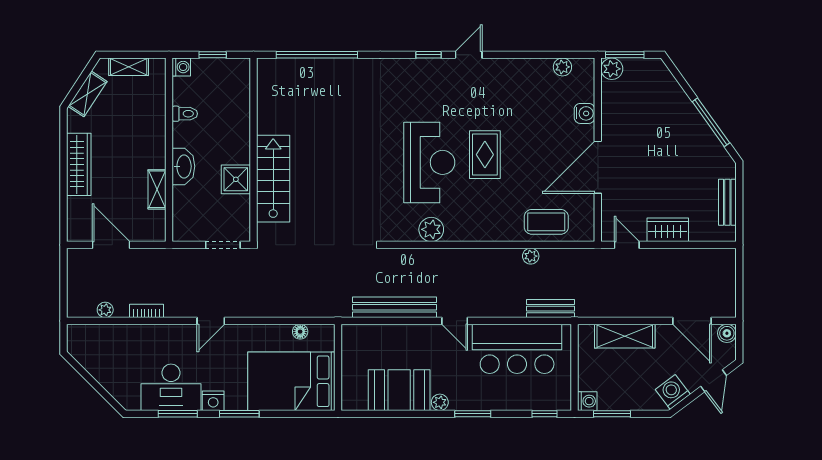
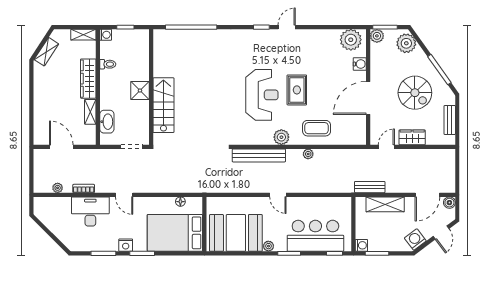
shelving: (129, 67) -> (83, 35), moved
plant: (562, 67) -> (351, 40), width x1.87, depth x1.87
plant: (658, 81) -> (406, 43), added
spiral stairs: (672, 159) -> (415, 93), added
wardrobe: (79, 164) -> (88, 79), moved, turned 180
washbasin: (183, 166) -> (107, 122), moved
shower: (236, 179) -> (140, 91), moved
coffee table: (546, 222) -> (317, 128), moved
plant: (431, 229) -> (281, 137), moved
door: (627, 245) -> (386, 147), hinge flipped
plant: (531, 256) -> (308, 154), moved
bench: (394, 307) -> (259, 155), moved
bench: (550, 309) -> (370, 187), moved
door: (211, 321) -> (124, 195), hinge flipped
door: (692, 321) -> (427, 195), hinge flipped
bar counter: (517, 349) -> (315, 236), moved, turned 180
desk: (171, 387) -> (90, 212), moved, turned 180
booth: (399, 390) -> (236, 233), width x1.36, depth x1.42

